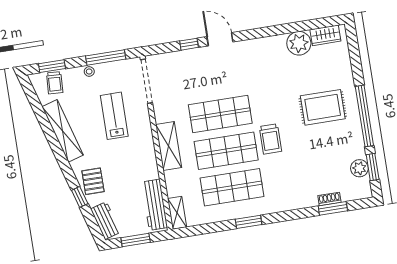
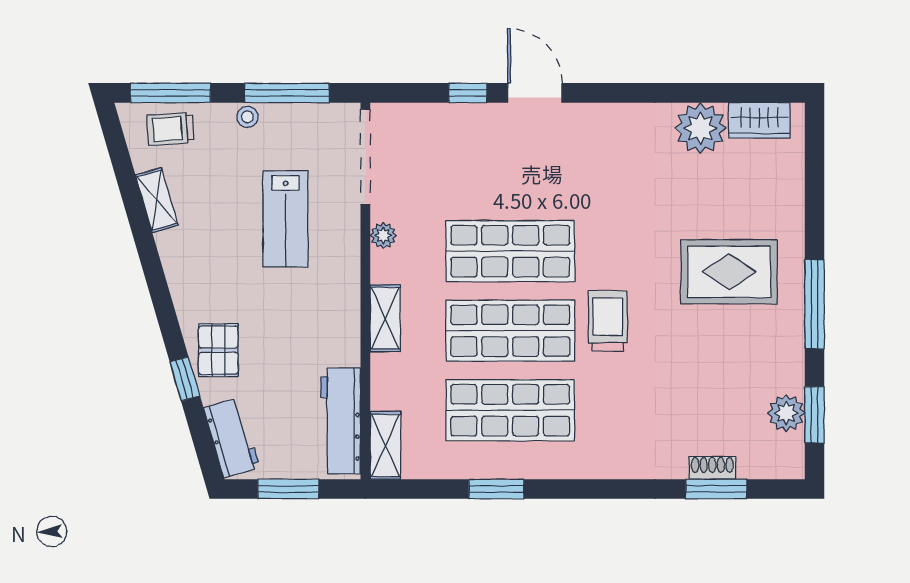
window: (52, 66) -> (170, 93), width x1.44
trolley: (55, 83) -> (171, 129), turned 83
lab bench: (114, 116) -> (286, 219), turned 180
plant: (161, 116) -> (383, 236), added
window: (364, 116) -> (814, 304), width x0.68
shelving: (63, 131) -> (157, 200), width x0.45, depth x0.75
trolley: (270, 139) -> (608, 321), turned 180
shelving: (169, 146) -> (385, 318), width x0.67, depth x0.75
window: (249, 222) -> (496, 489), moved

